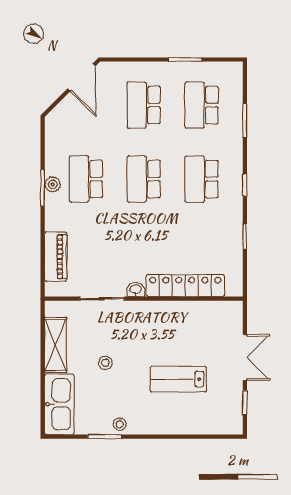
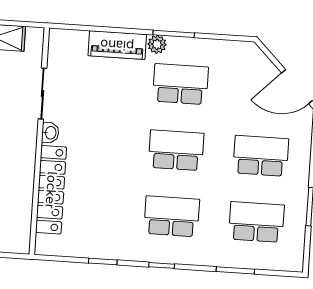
plant: (53, 184) -> (157, 44), moved
piano: (56, 257) -> (117, 45), moved

